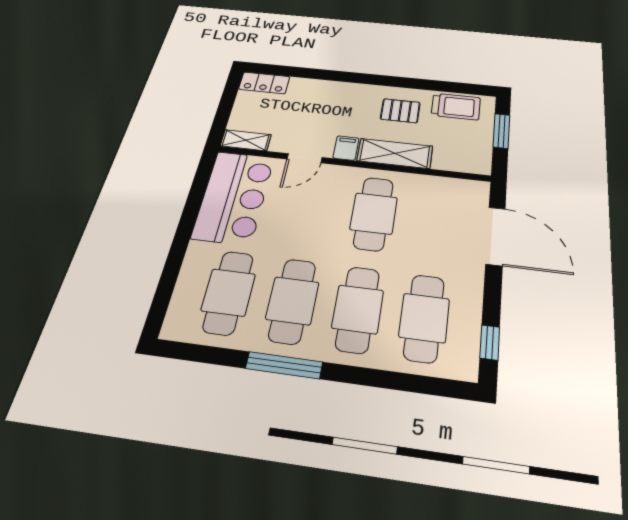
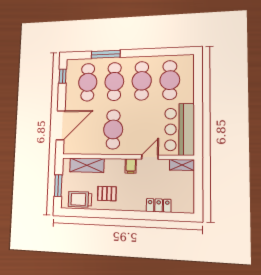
locker: (264, 83) -> (159, 205), moved
shelving: (395, 153) -> (87, 165), moved
door: (496, 236) -> (61, 125), swing flipped
window: (284, 365) -> (106, 54), moved

